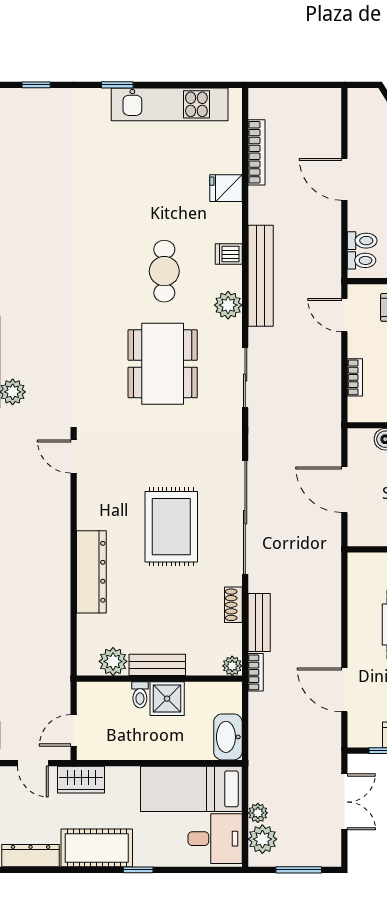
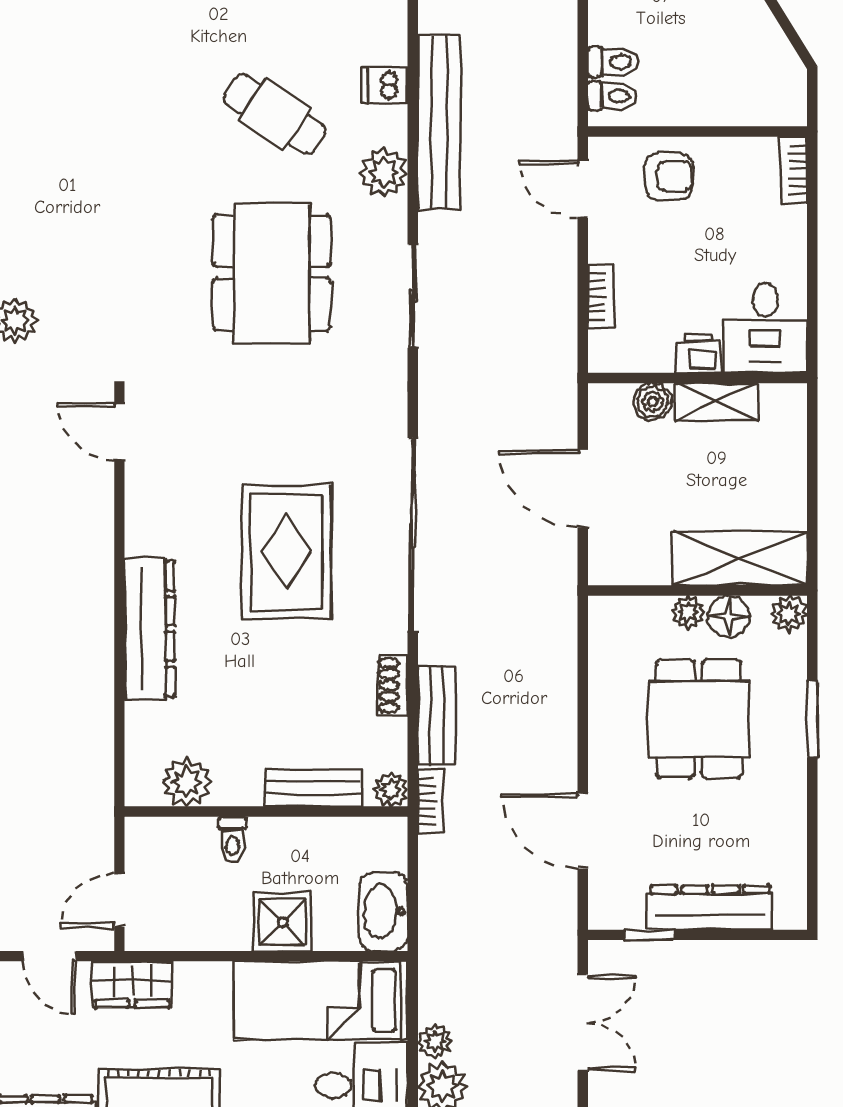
cafe table: (164, 271) -> (274, 114), turned -57
bench: (157, 665) -> (313, 788), moved
shower: (167, 699) -> (283, 922), moved

